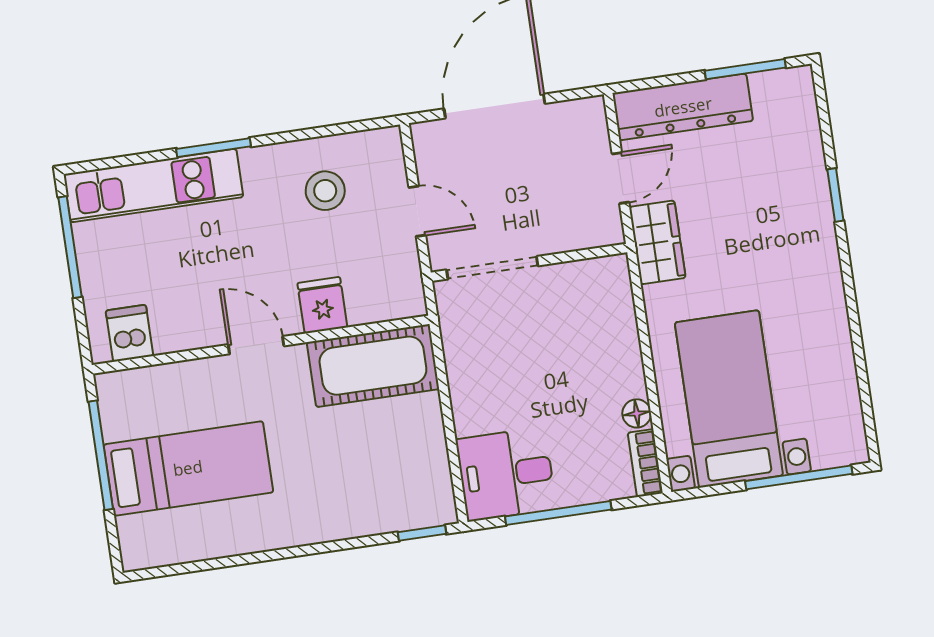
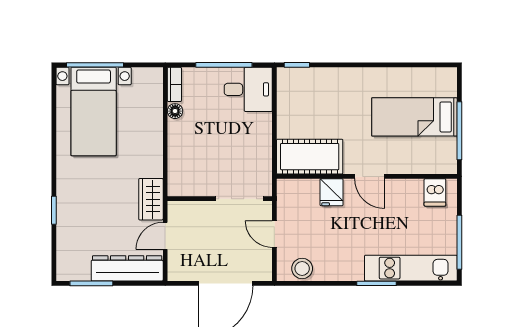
stool: (325, 191) -> (302, 268), moved
bed with nightstands: (729, 399) -> (94, 112), moved

